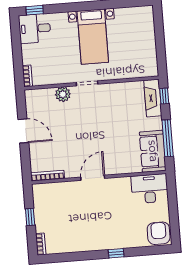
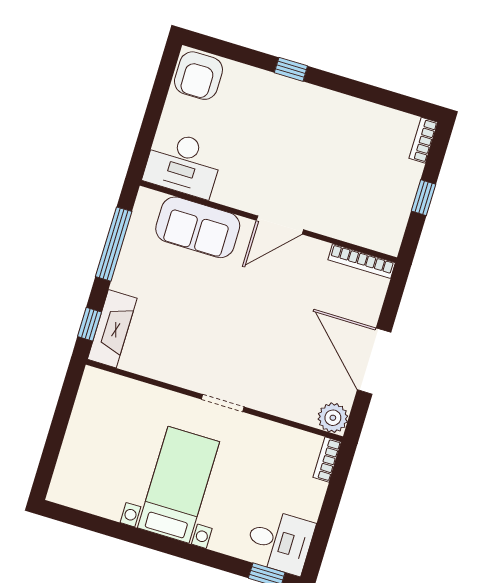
plant: (63, 94) -> (333, 418), moved
door: (23, 131) -> (374, 361), width x1.36
sofa: (153, 151) -> (198, 227), moved, turned 90

